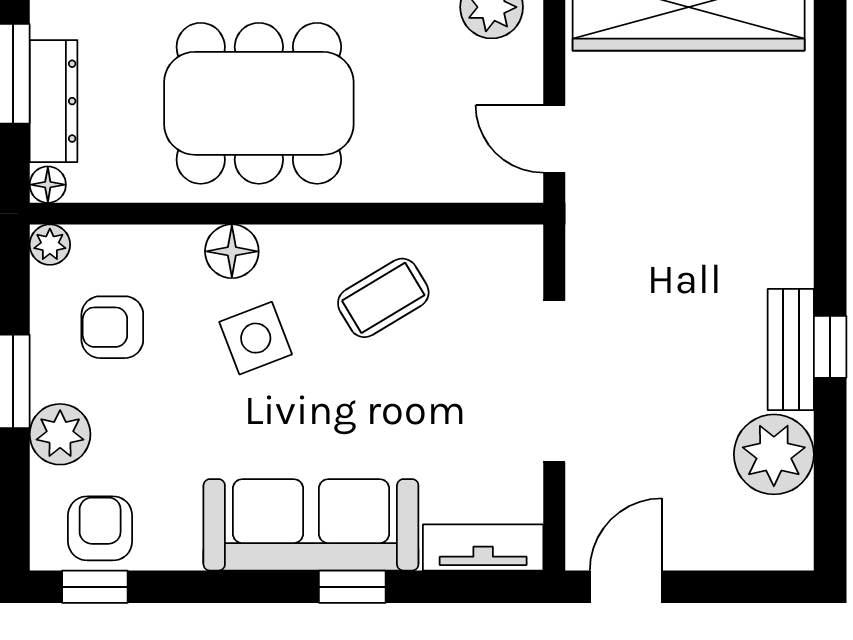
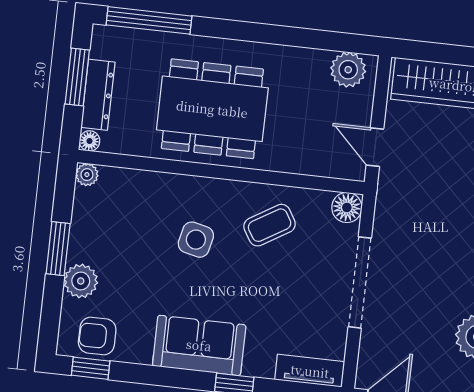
floor lamp: (232, 251) -> (347, 207), moved
armchair: (112, 327) -> (117, 225), removed
side table: (256, 338) -> (196, 240), turned 34
sofa: (311, 525) -> (199, 345), width x0.73
armchair: (100, 528) -> (97, 336), turned -90

